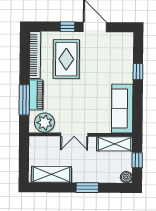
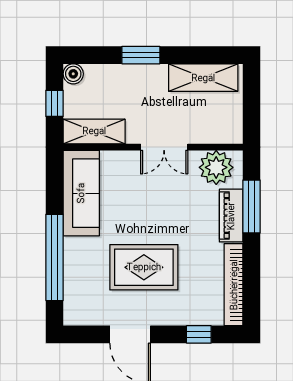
window: (68, 27) -> (199, 334), moved
rug: (66, 59) -> (144, 267), moved, turned 90
window: (138, 72) -> (54, 257), width x3.17
double door: (74, 135) -> (164, 147), swing flipped

